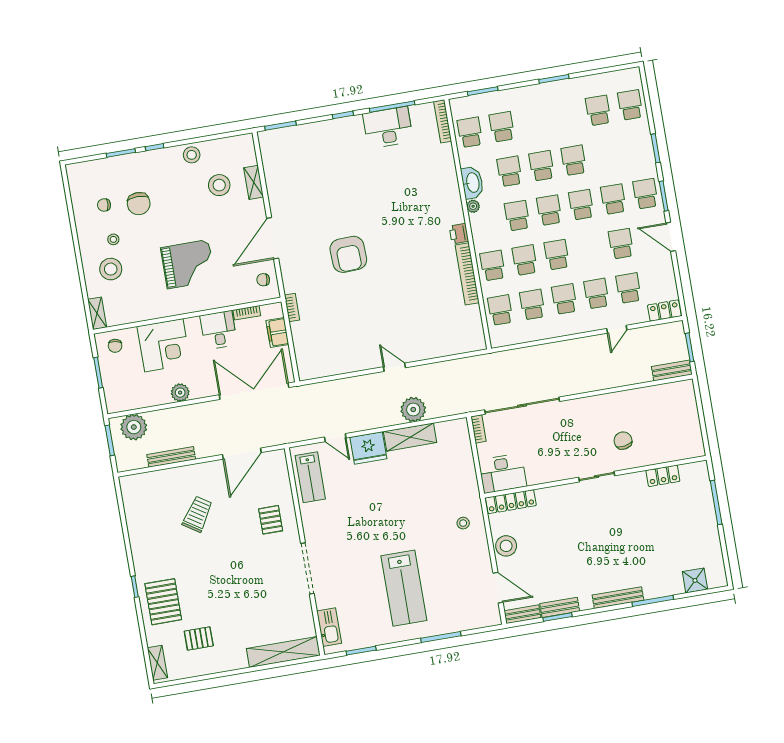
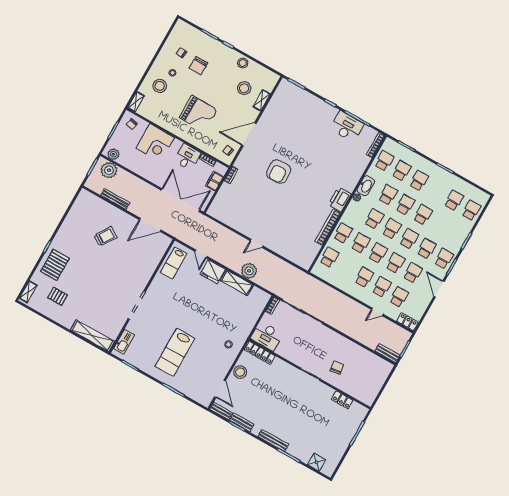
school desk: (534, 121) -> (419, 181), added
printer: (459, 234) -> (340, 199), width x1.87, depth x1.48
school desk: (532, 305) -> (395, 263), moved
door: (394, 367) -> (257, 243), swing flipped
plant: (180, 393) -> (113, 154), moved
pallet: (271, 520) -> (138, 268), removed

